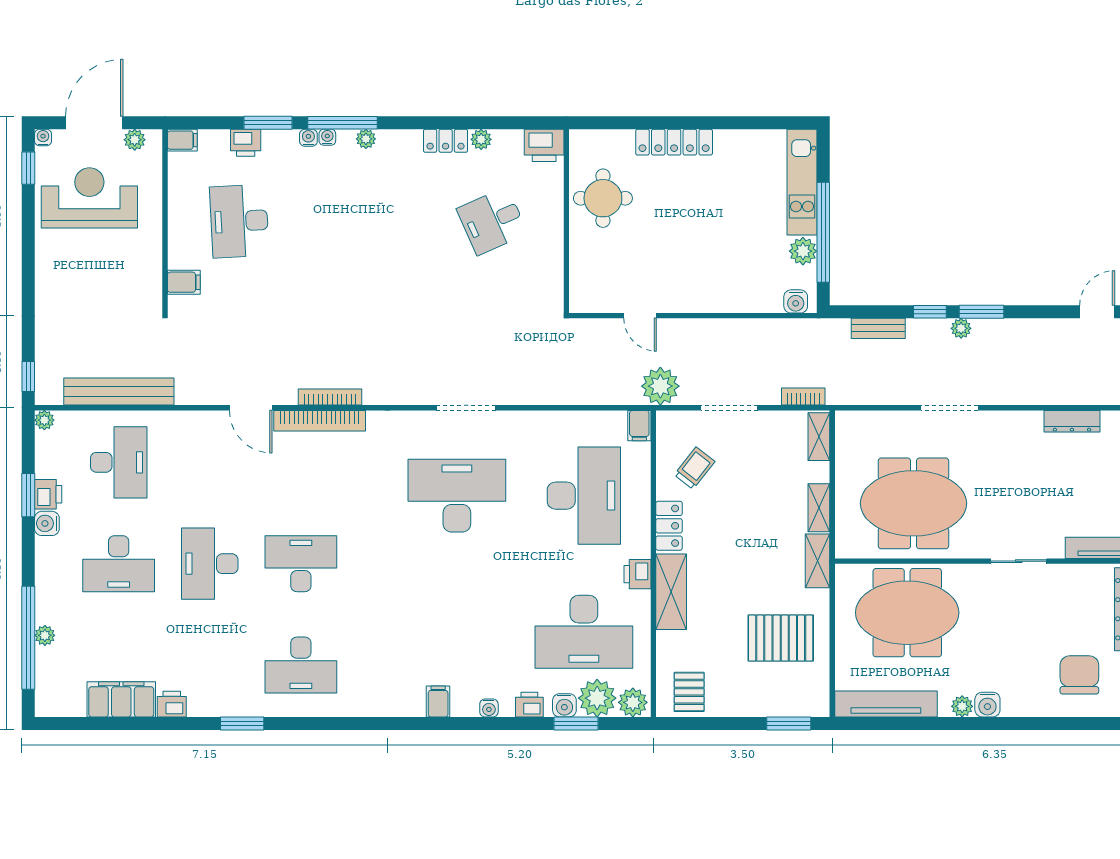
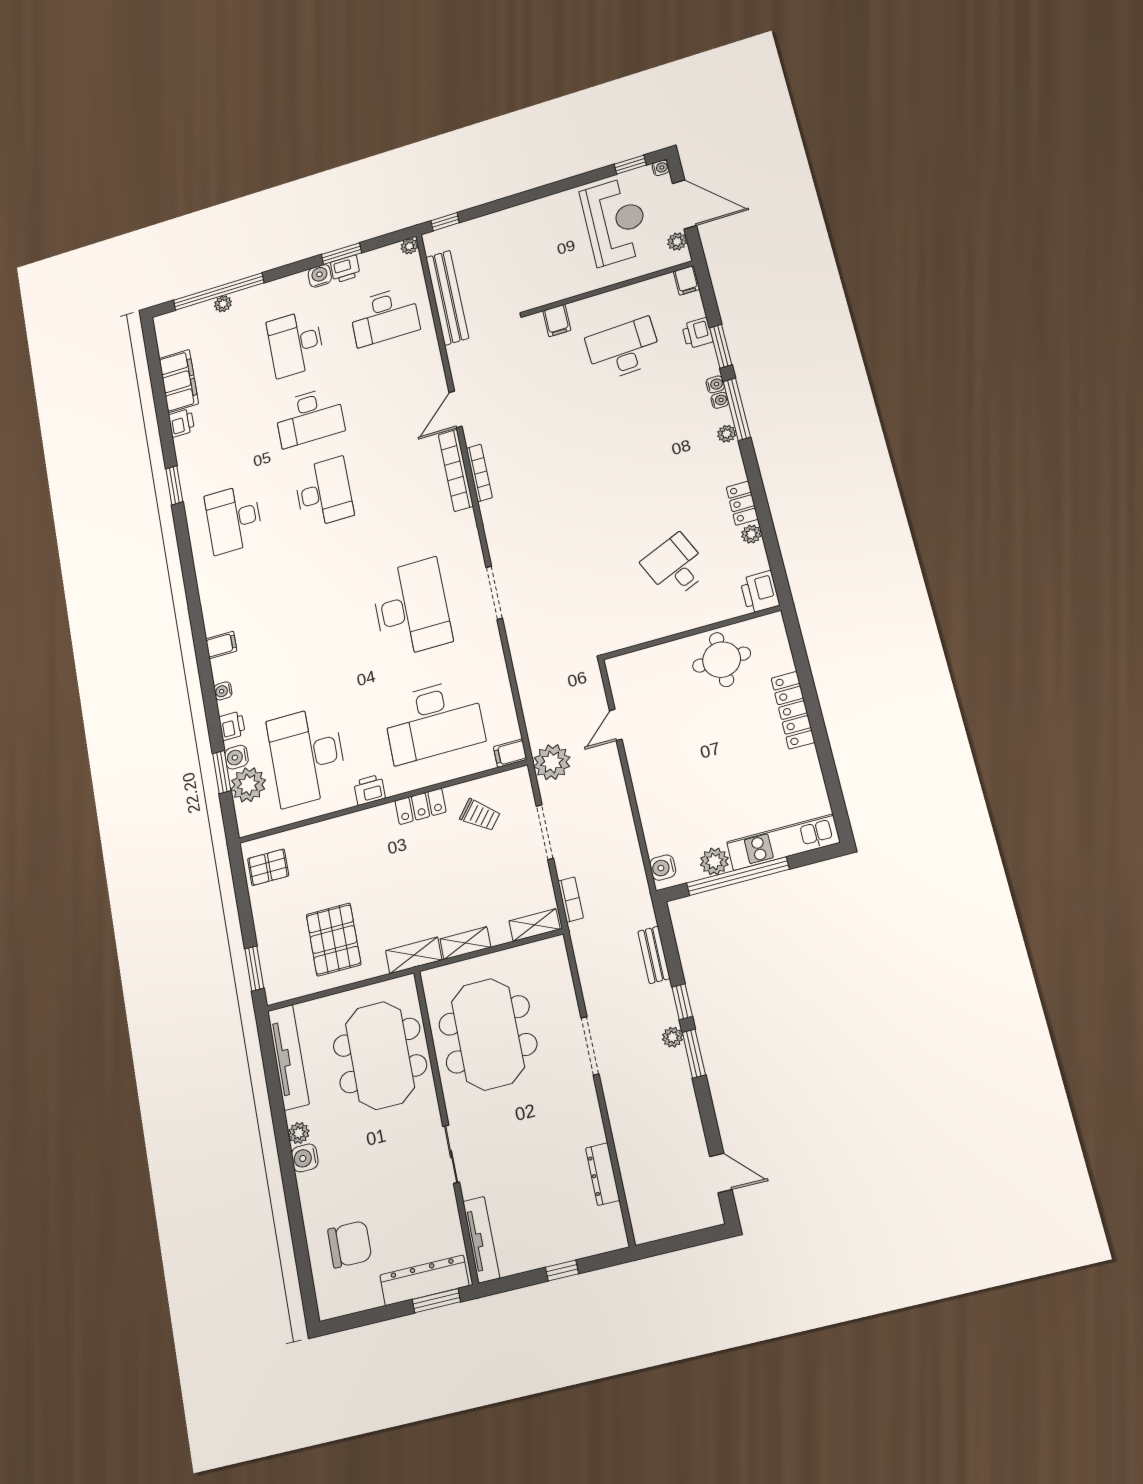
desk: (210, 564) -> (310, 417), turned 180
shelving: (671, 592) -> (359, 825), removed
plant: (633, 702) -> (250, 818), removed

